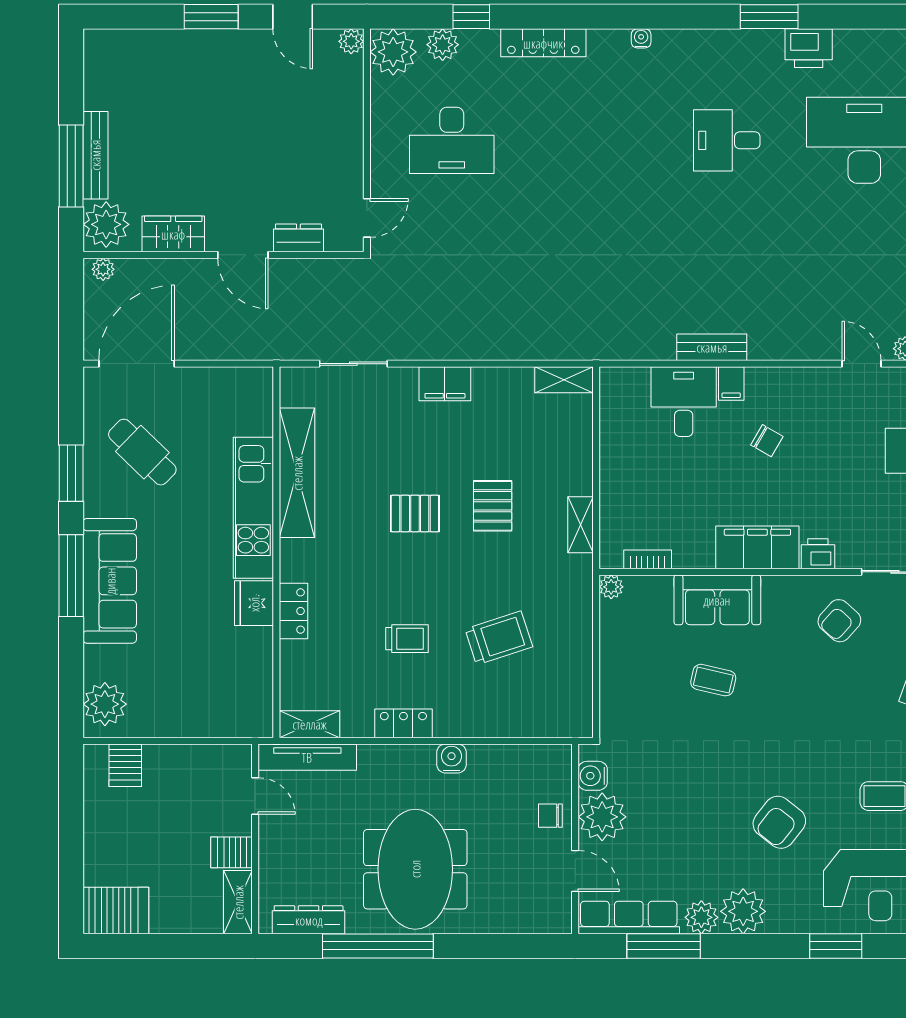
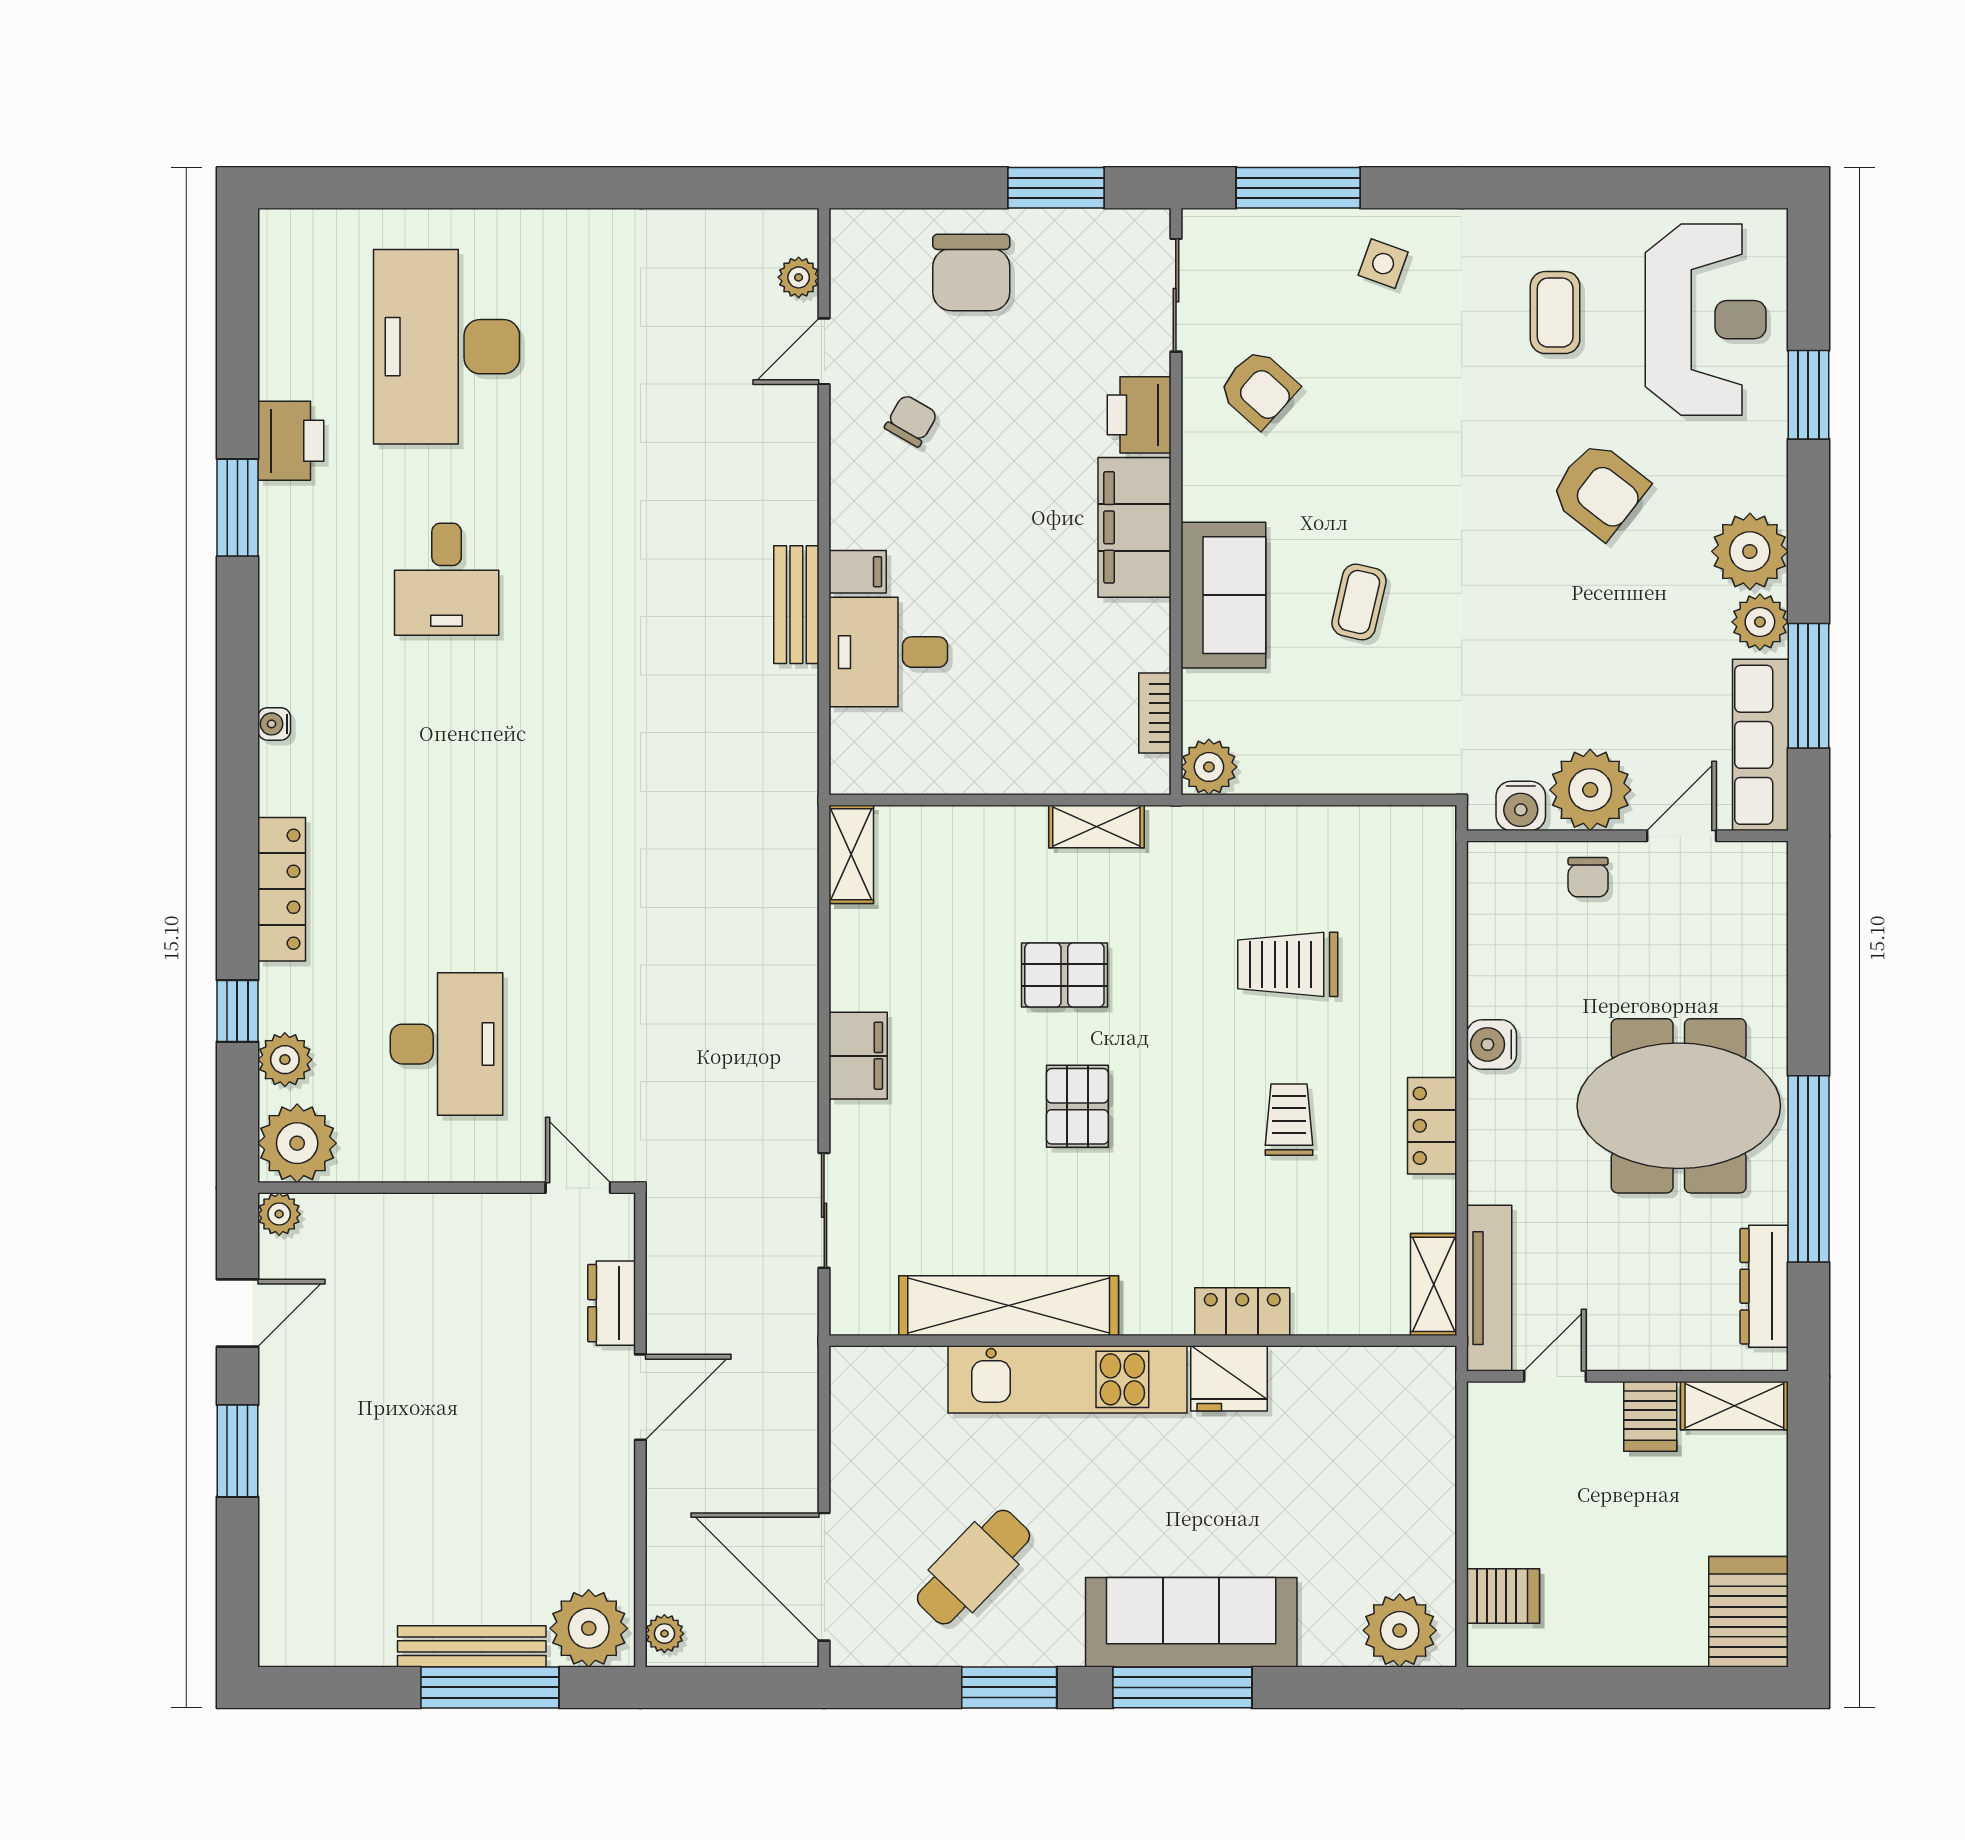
wardrobe: (173, 234) -> (605, 1515), removed
chair: (767, 441) -> (911, 421), moved
printer: (818, 554) -> (1139, 415), width x1.36, depth x1.24
plant: (611, 587) -> (1209, 767), width x1.38, depth x1.38
trolley: (499, 638) -> (1288, 964), turned -72

